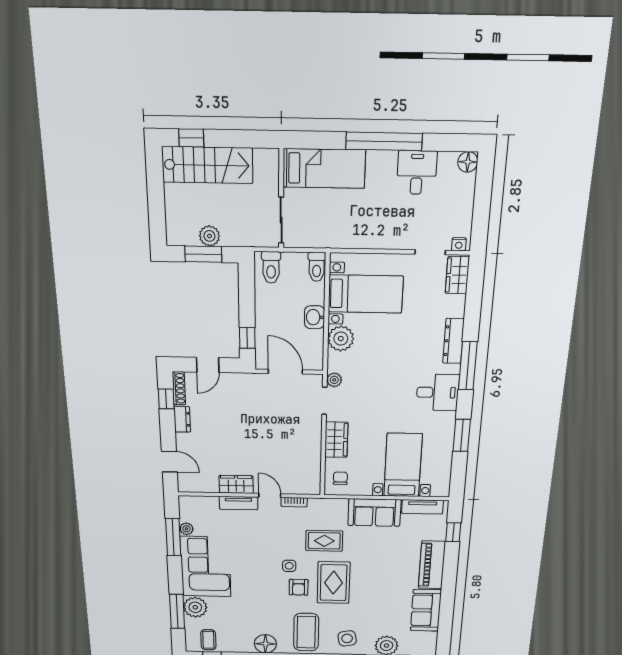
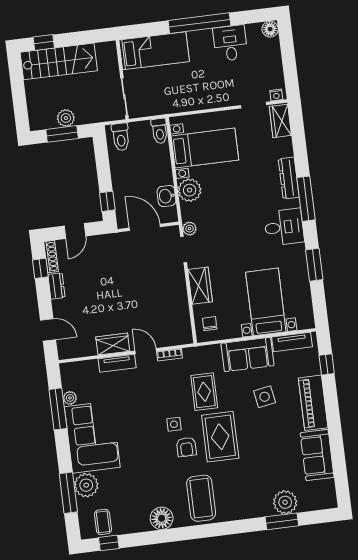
washbasin: (314, 317) -> (166, 196), moved
rug: (324, 541) -> (204, 392), turned 90
side table: (347, 638) -> (265, 397), moved

